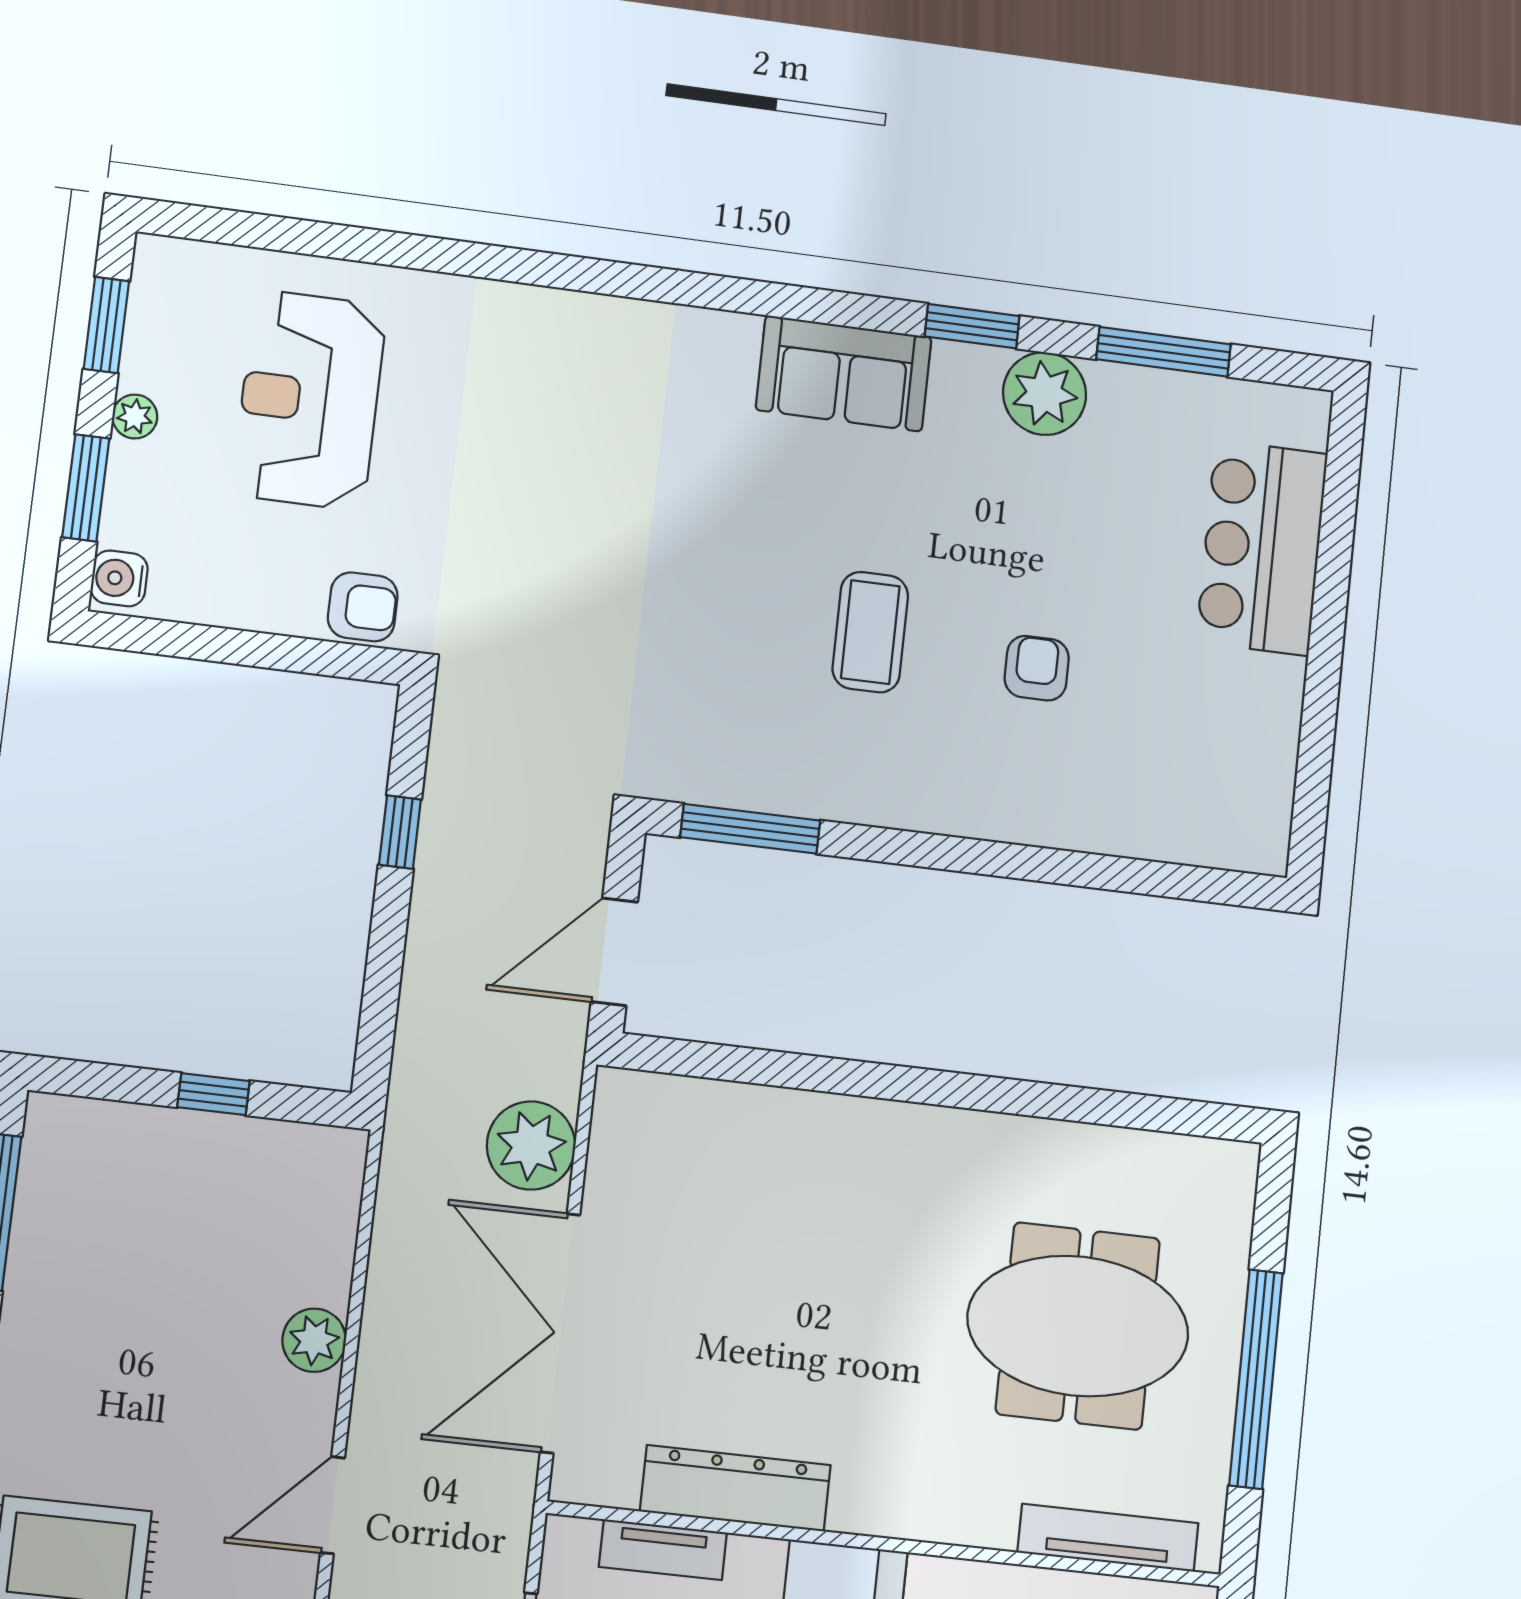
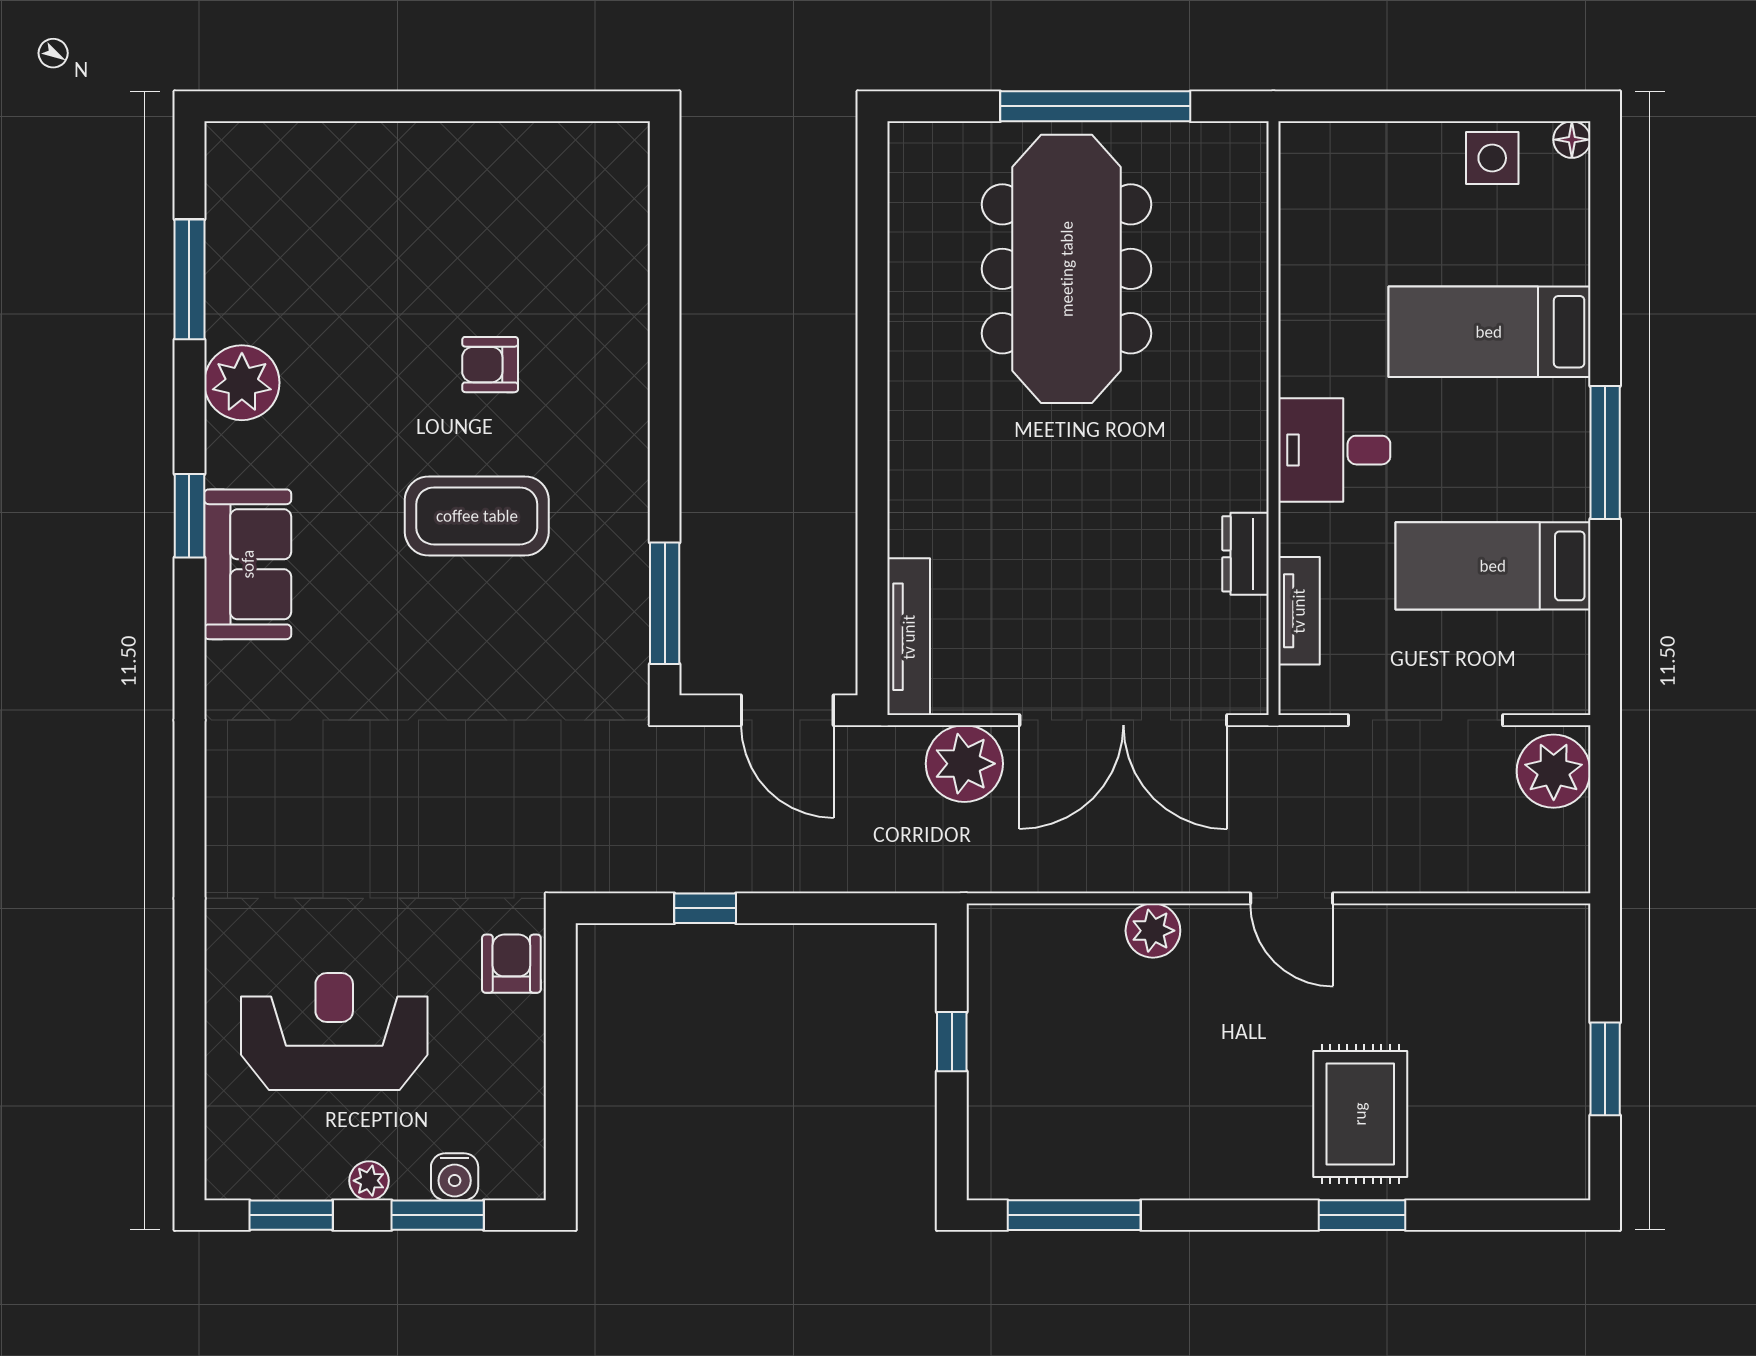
window: (972, 326) -> (189, 516), moved
reception desk: (309, 400) -> (334, 1031), turned 180
bar counter: (1262, 548) -> (356, 173), removed
water cooler: (119, 578) -> (455, 1177), moved
coffee table: (870, 632) -> (477, 516), width x1.36, depth x1.32
meeting table: (1078, 1326) -> (1067, 269), width x1.36
dresser: (735, 1488) -> (1245, 554), width x0.51, depth x0.80
tv unit: (1108, 1538) -> (909, 637), moved, turned 180

